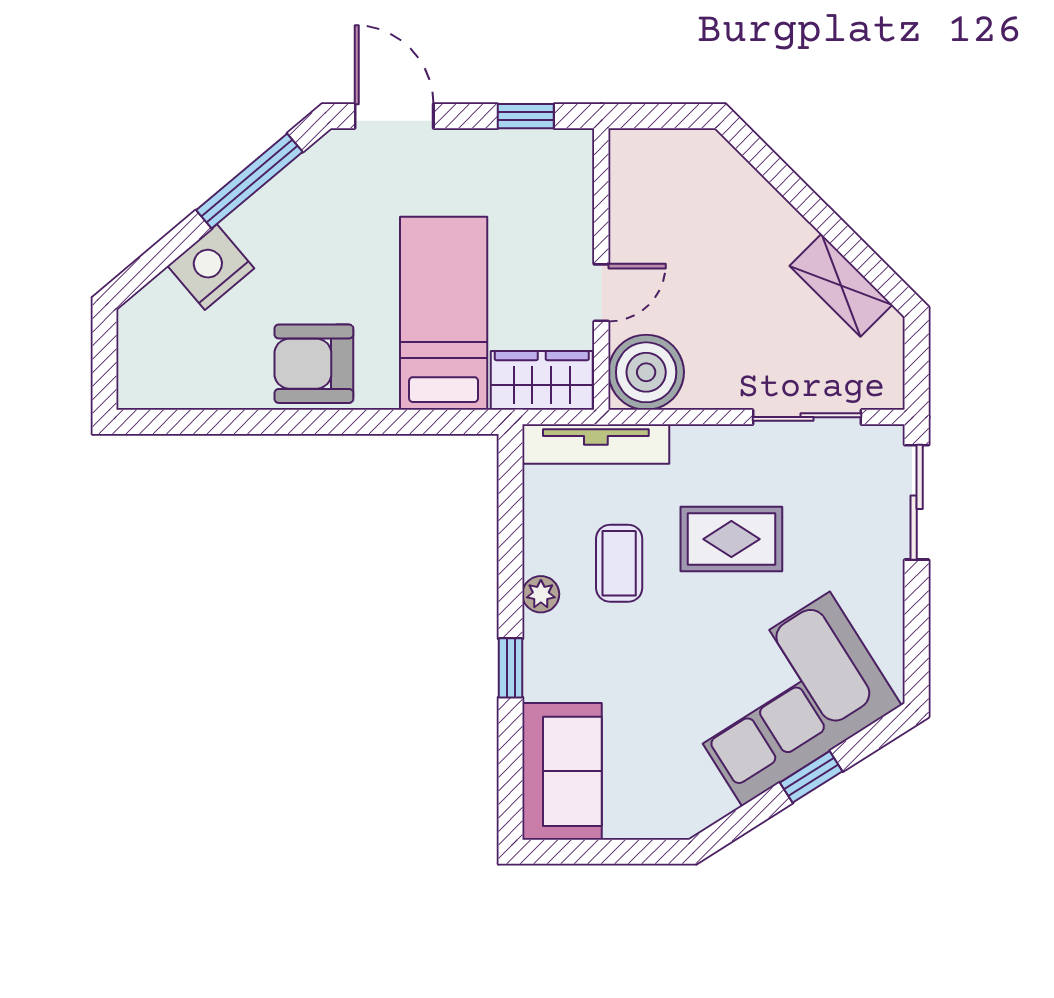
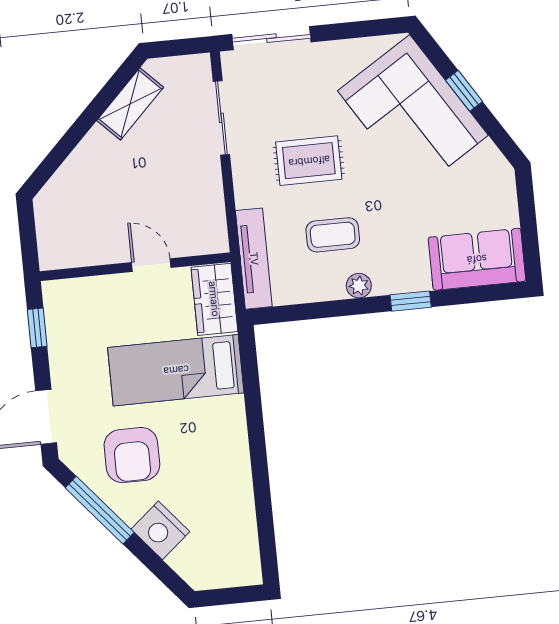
armchair: (314, 364) -> (132, 455), moved
boiler: (646, 372) -> (202, 229), removed
rug: (731, 539) -> (309, 161), turned 90

